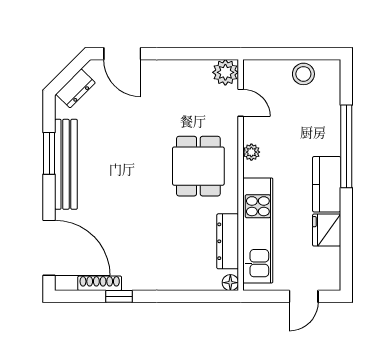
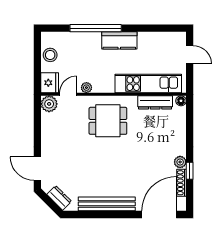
door: (122, 54) -> (37, 169), swing flipped
plant: (251, 152) -> (86, 88), moved
window: (49, 153) -> (100, 215), removed
fridge: (327, 230) -> (50, 83), moved, turned -90
plant: (133, 281) -> (180, 162), added

